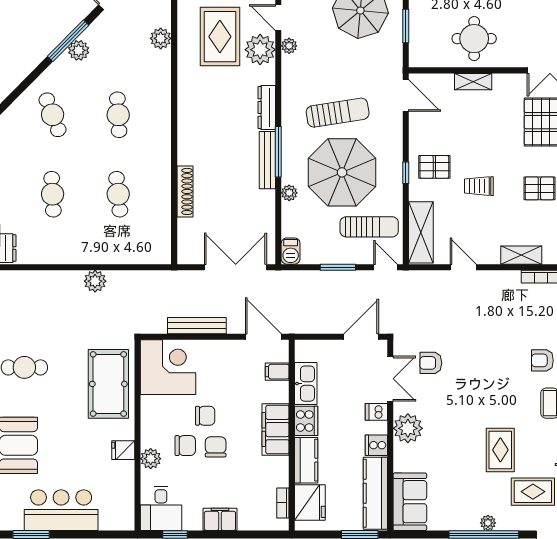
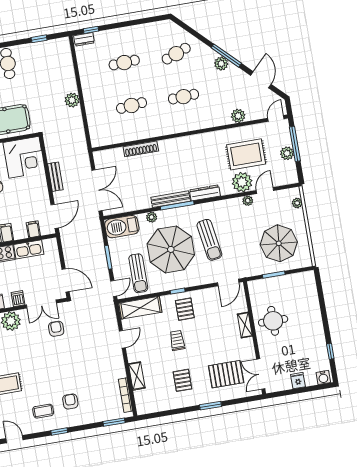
barbecue: (291, 251) -> (122, 227), width x1.88, depth x1.53
bench: (197, 326) -> (55, 177), width x0.73

